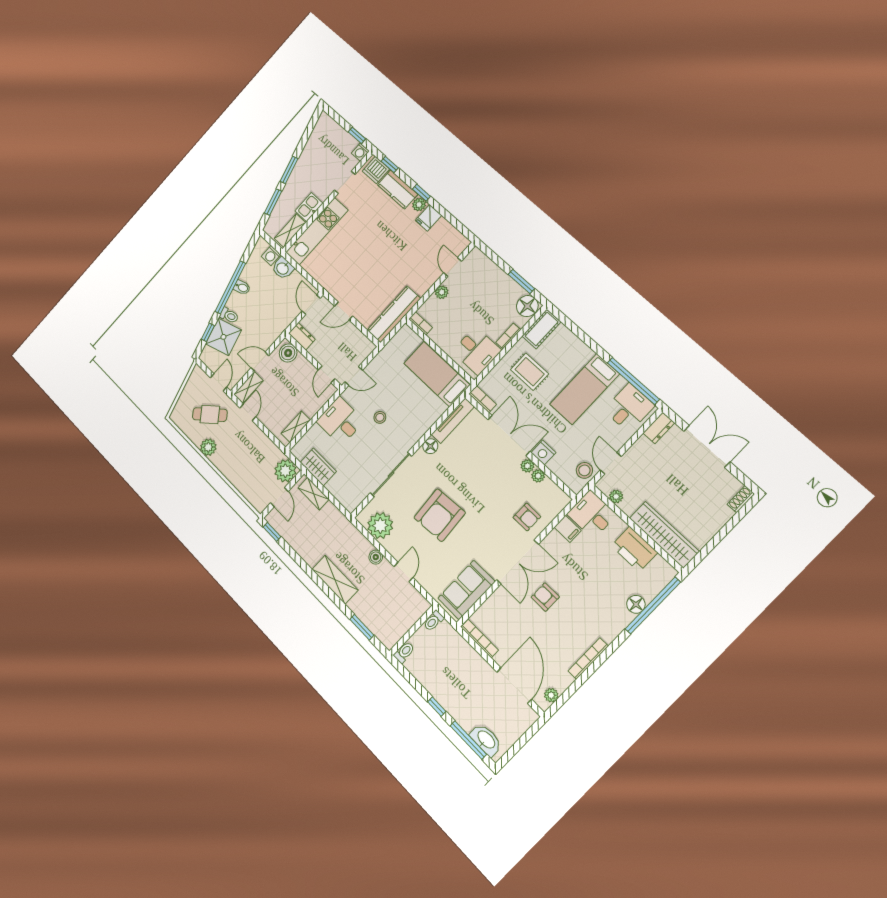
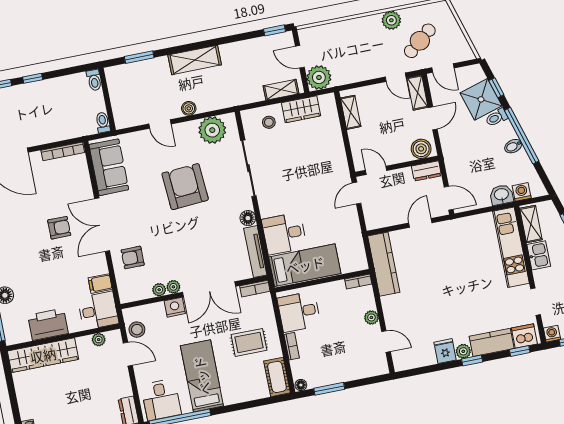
floor lamp: (527, 306) -> (301, 385), width x0.53, depth x0.53
stool: (380, 417) -> (269, 122), moved
desk: (340, 421) -> (284, 234), moved, turned 180

